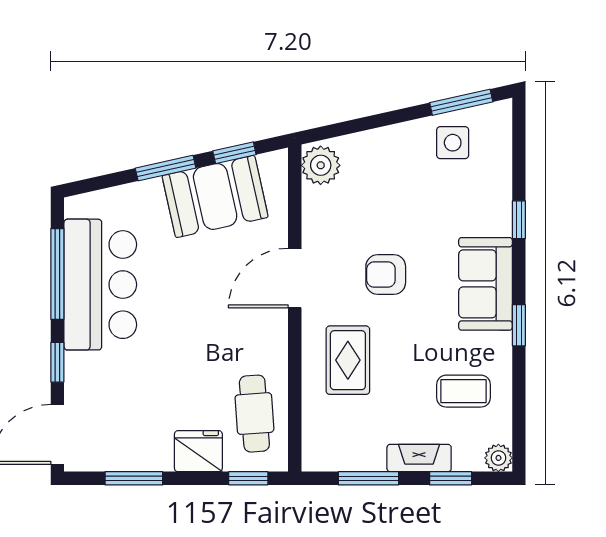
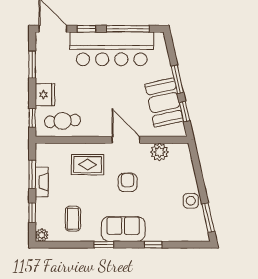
side table: (453, 143) -> (191, 201), moved
plant: (321, 165) -> (159, 152), moved
bar counter: (100, 285) -> (112, 49), width x1.36
fireplace: (419, 458) -> (42, 182), moved

